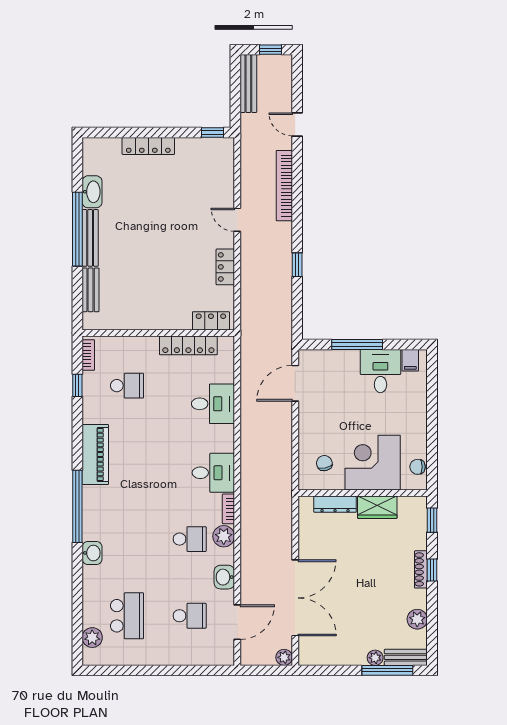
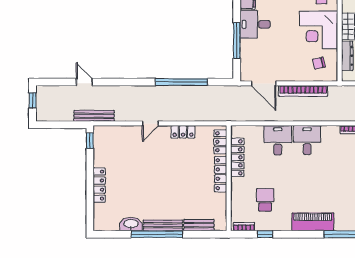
bench: (248, 84) -> (94, 116), moved
door: (297, 124) -> (84, 82), swing flipped
bookcase: (284, 186) -> (303, 91), moved
window: (297, 265) -> (181, 82), width x3.17
locker: (164, 321) -> (221, 174), added
desk: (213, 473) -> (307, 140), moved

